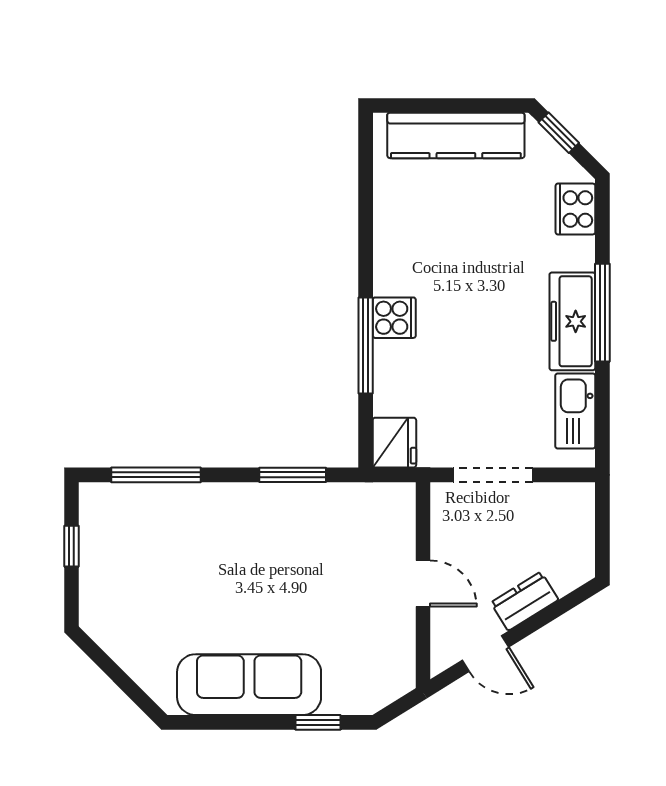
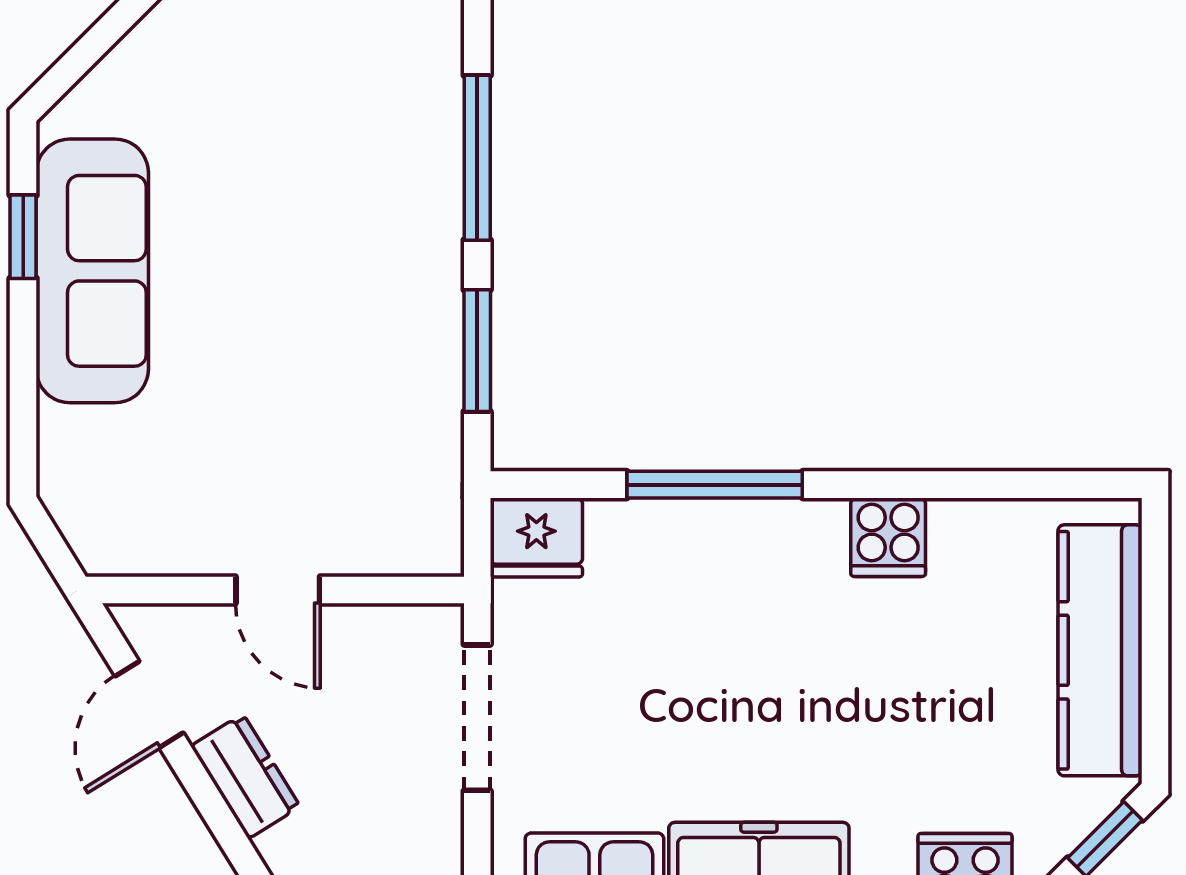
cooker: (394, 318) -> (888, 537), moved
window: (156, 475) -> (477, 158), moved
door: (423, 584) -> (278, 590), hinge flipped
window: (318, 722) -> (23, 237), moved

